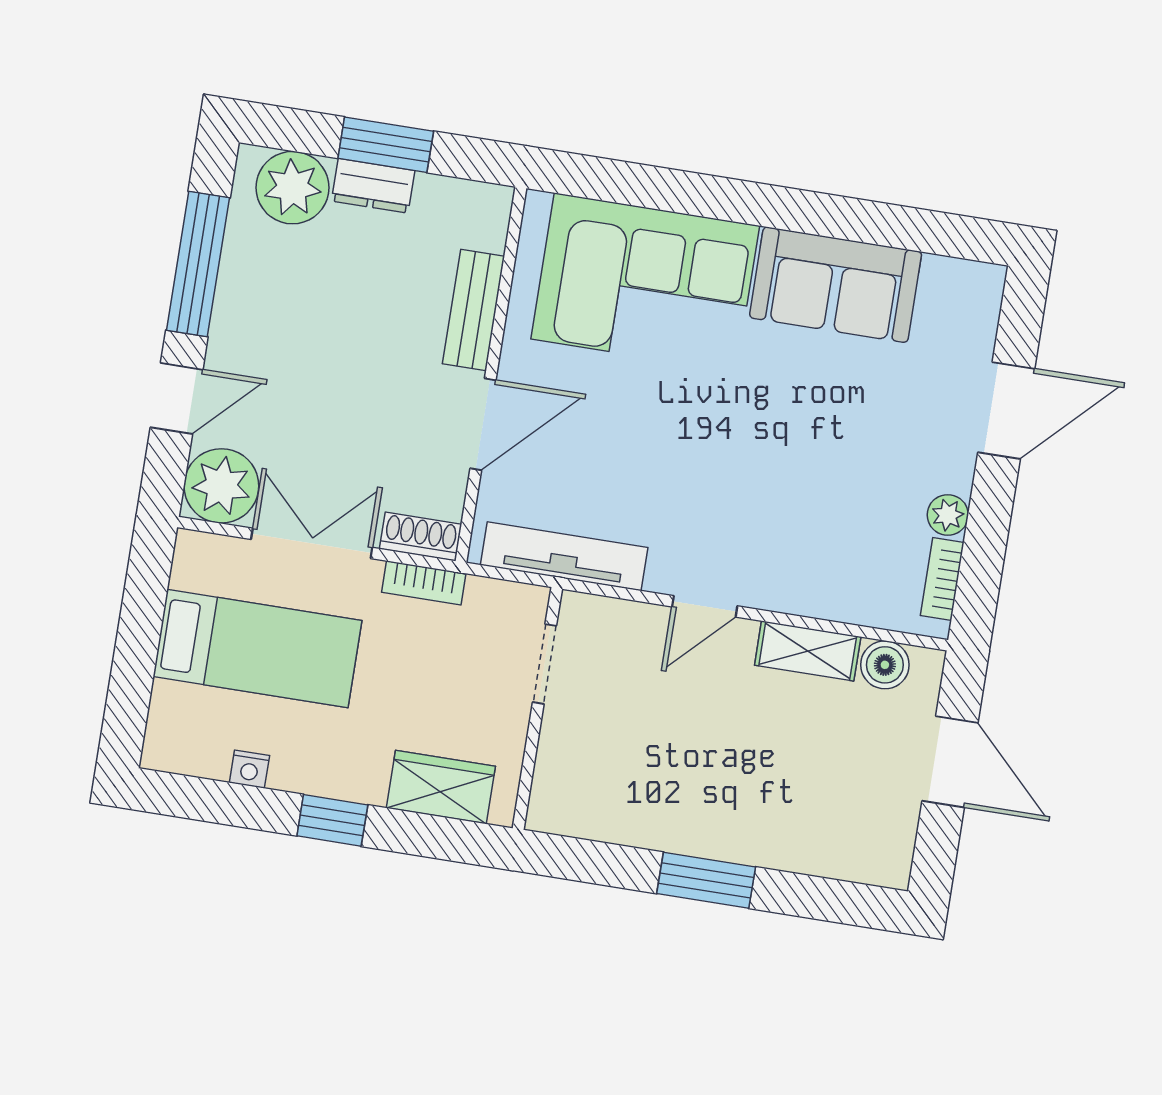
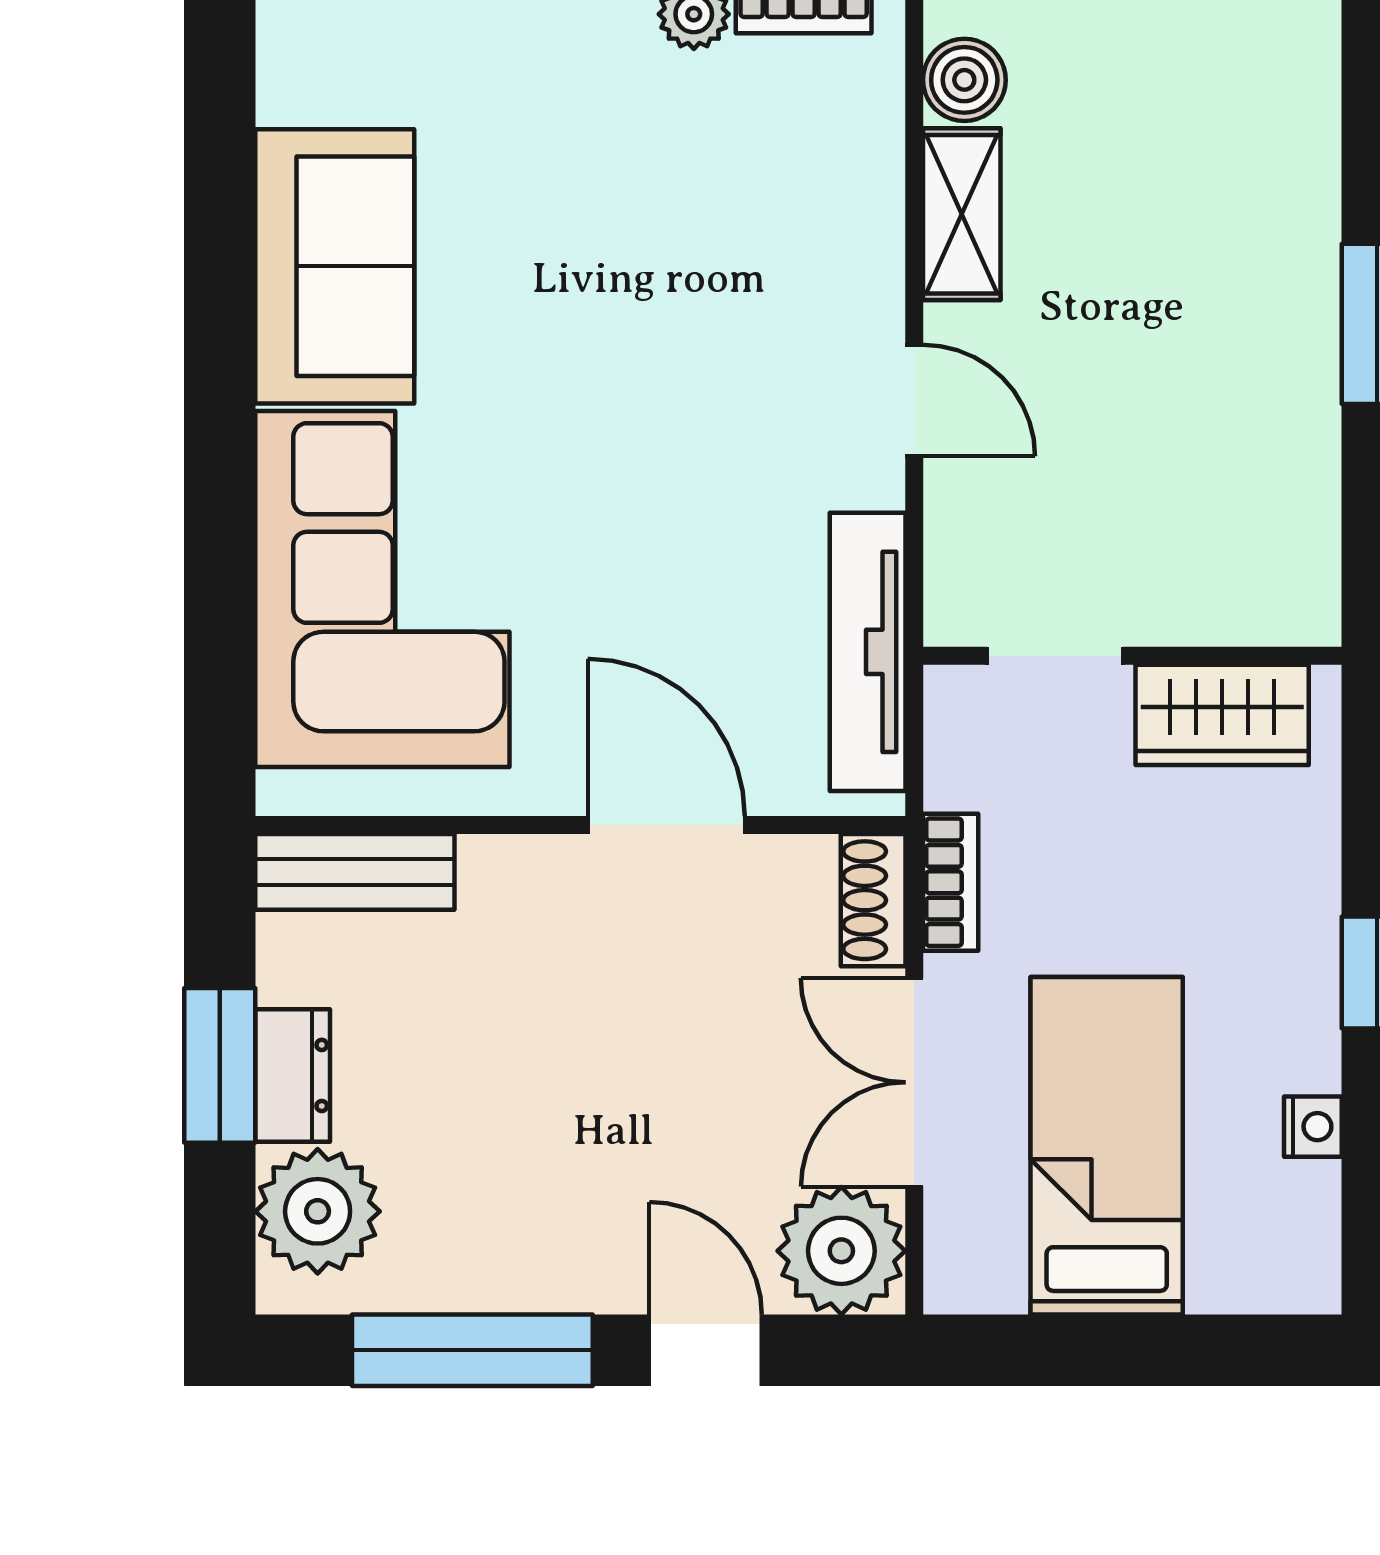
bench: (474, 310) -> (355, 872), moved
wardrobe: (441, 787) -> (1222, 715), moved, turned -90

